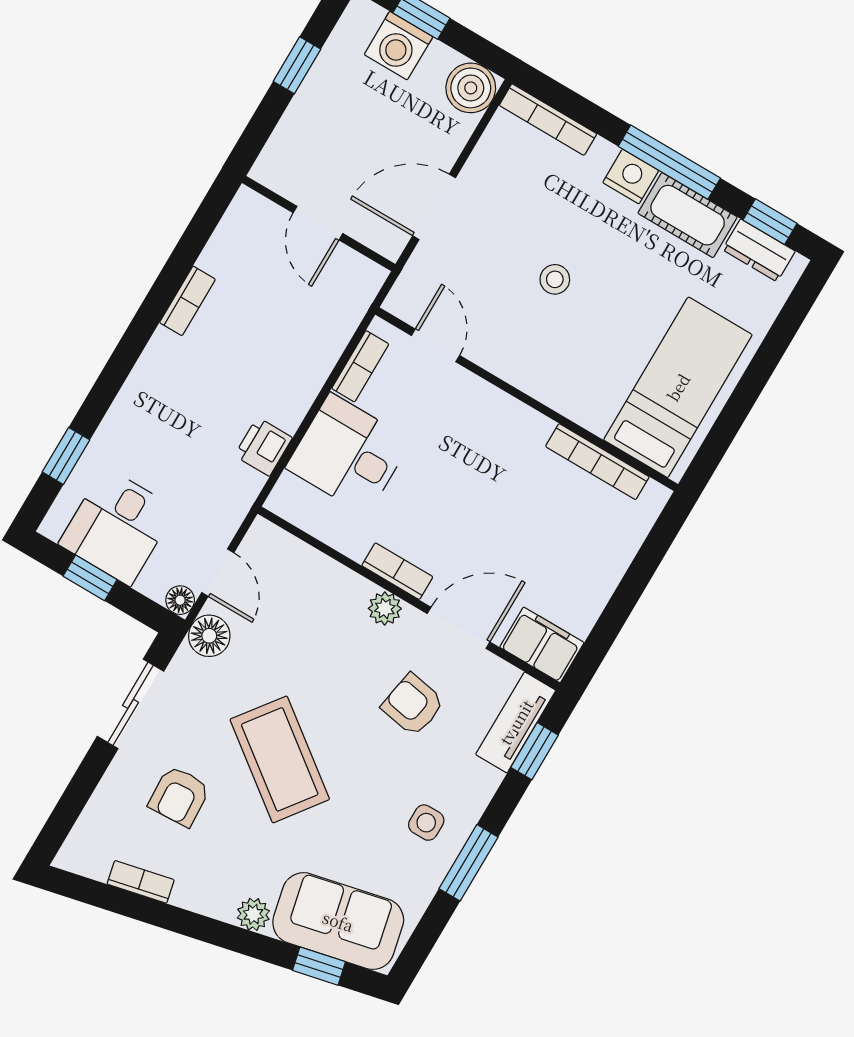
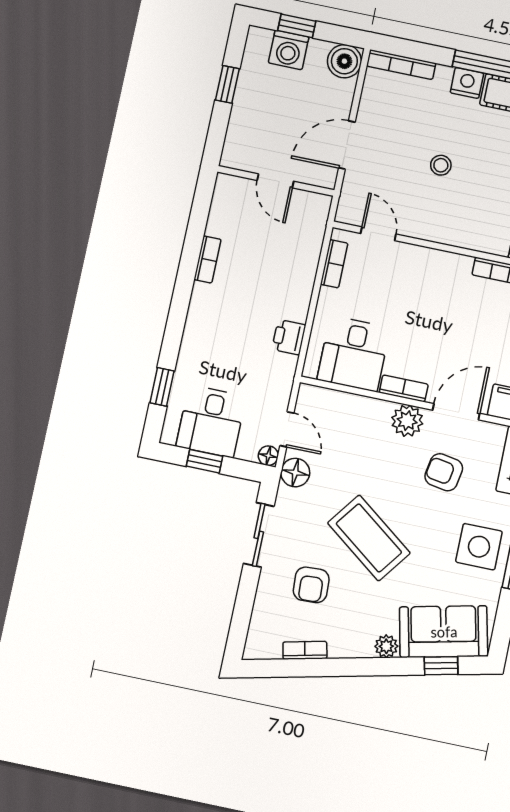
desk: (348, 454) -> (354, 354), moved, turned -90
plant: (385, 608) -> (407, 421), width x1.38, depth x1.38
side table: (426, 823) -> (479, 547), width x1.87, depth x1.87

